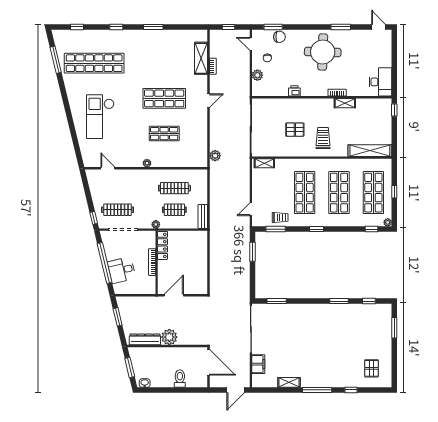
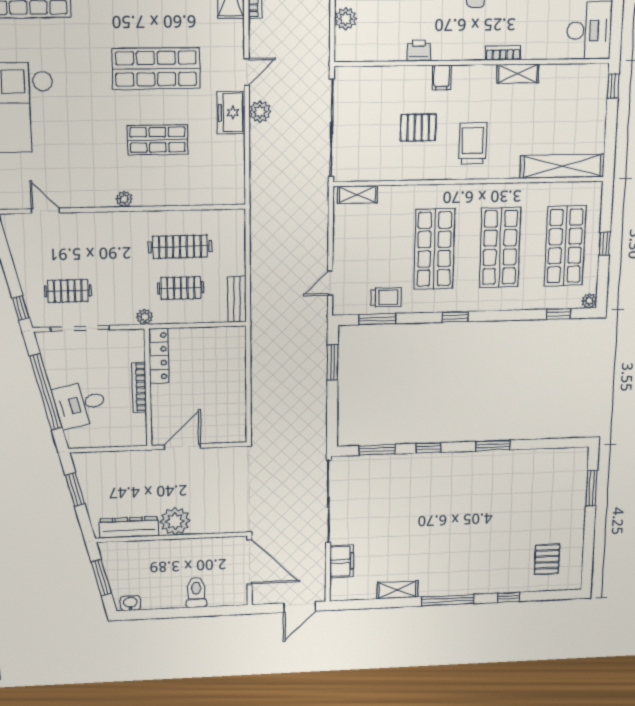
filing cabinet: (306, 105) -> (442, 77), added
freezer: (201, 121) -> (231, 113), added
plant: (215, 156) -> (260, 112), moved
clothes rail: (118, 210) -> (68, 291), width x0.73
window: (369, 301) -> (428, 448), moved

